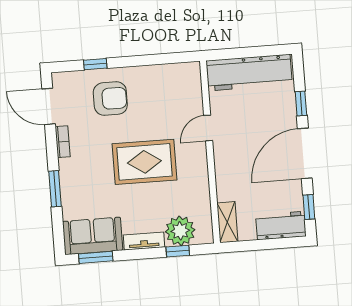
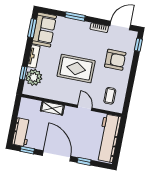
window: (95, 64) -> (138, 45), moved
coffee table: (175, 90) -> (110, 96), added
armchair: (110, 99) -> (115, 60), turned -90
rug: (144, 162) -> (76, 69), turned 90
shelving: (227, 222) -> (52, 108), moved

